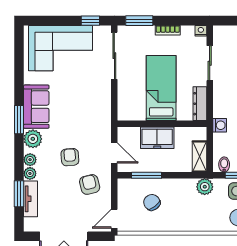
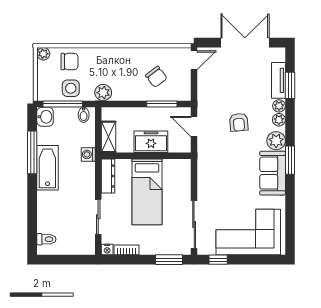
bookcase: (168, 30) -> (126, 250), moved
shelving: (199, 157) -> (108, 137), moved
armchair: (90, 184) -> (219, 95), removed

